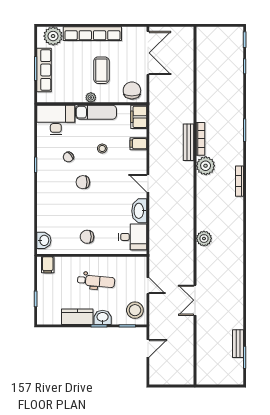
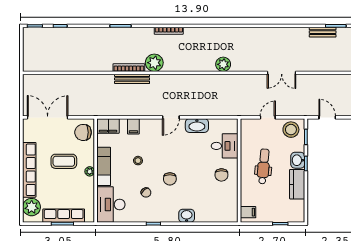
desk: (133, 237) -> (225, 146), moved, turned 90
washbasin: (44, 240) -> (187, 216), moved

